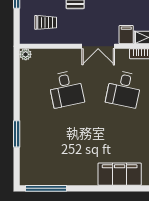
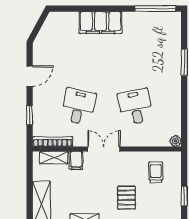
trolley: (46, 22) -> (156, 173), turned 90
filing cabinet: (120, 174) -> (100, 23), moved

